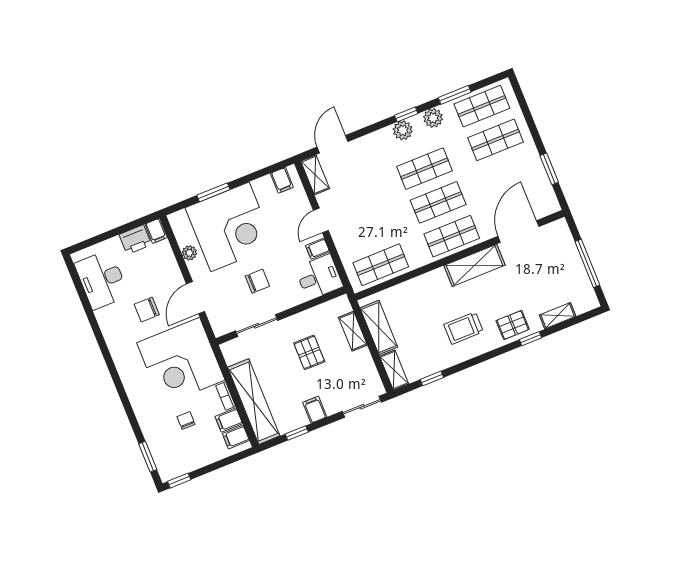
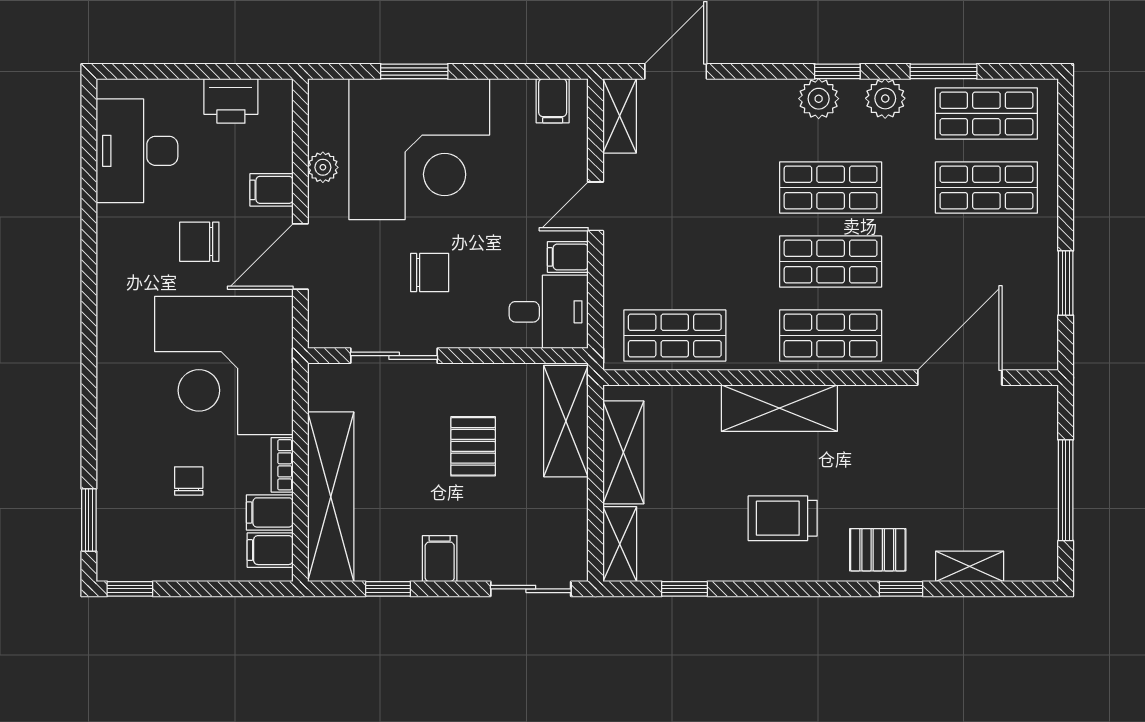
filing cabinet: (156, 231) -> (271, 190), moved, turned 90
shelving: (475, 265) -> (779, 408), moved
shelving: (353, 331) -> (566, 421), width x1.50, depth x1.33

